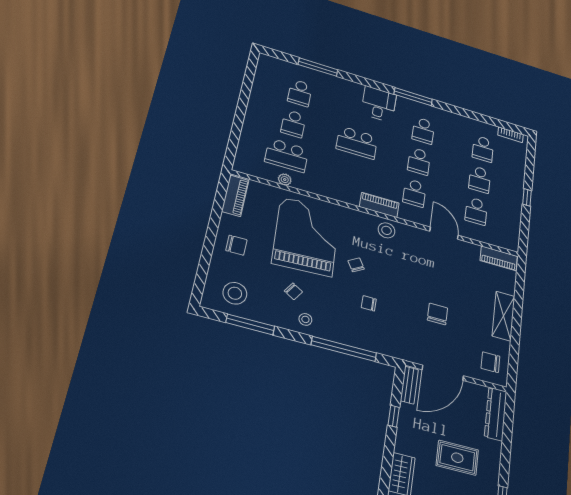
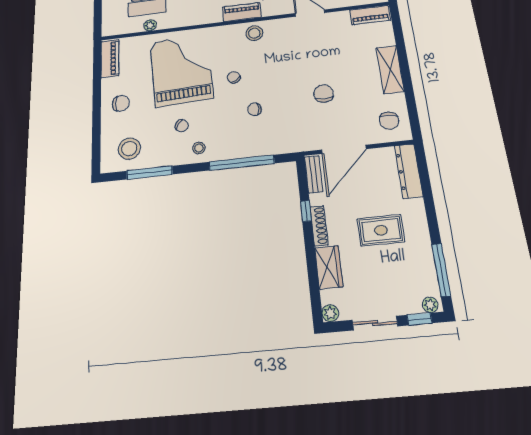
chair: (490, 362) -> (389, 121), turned -86
shoe rack: (402, 434) -> (319, 226), added

